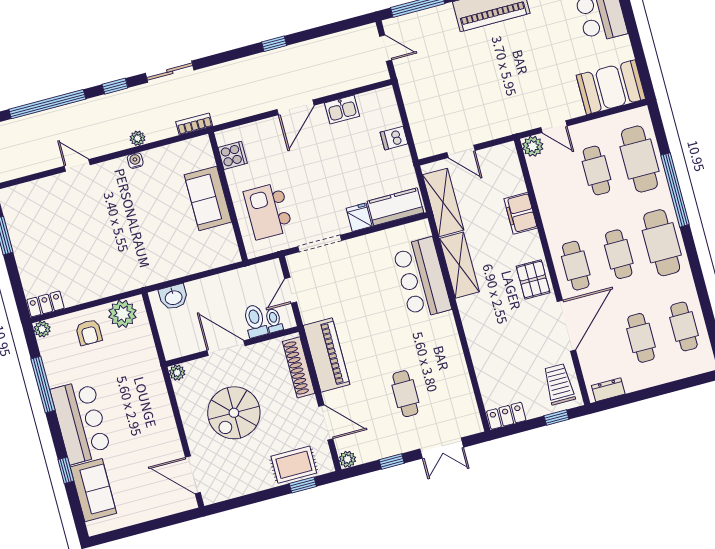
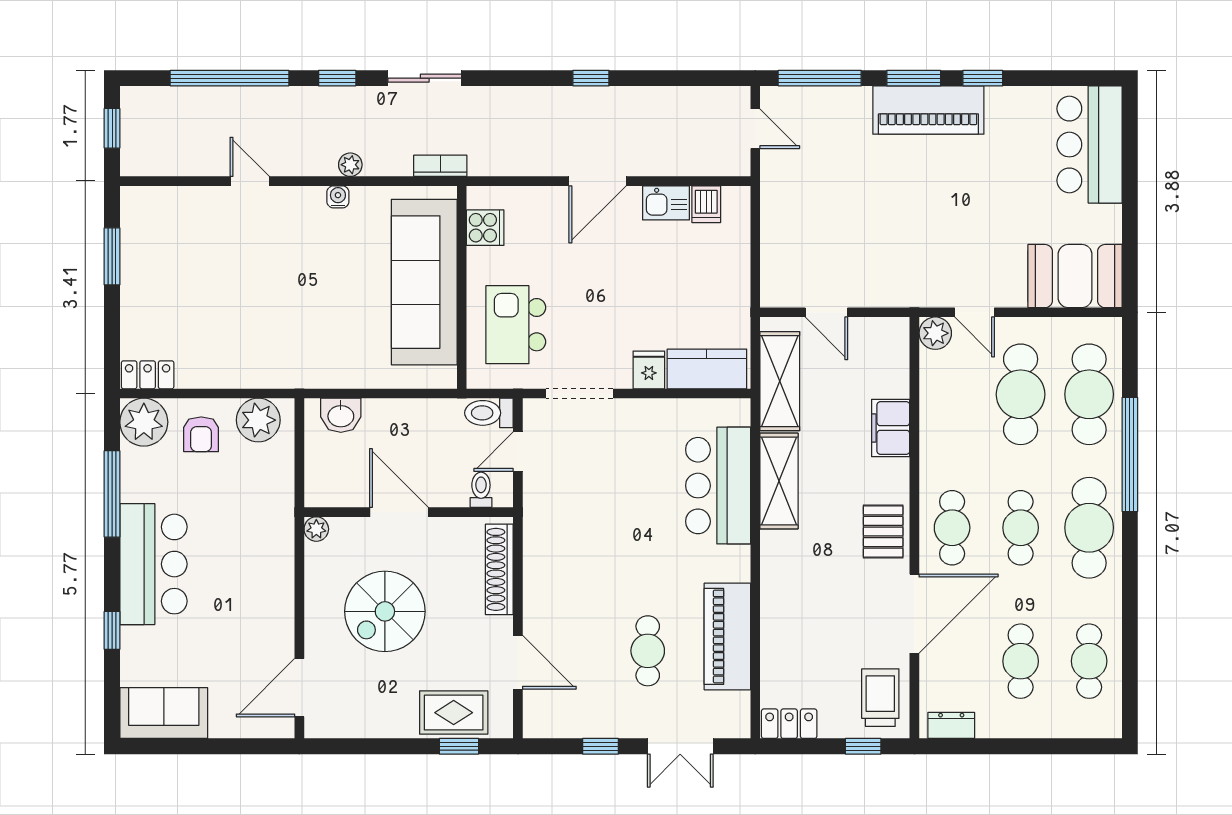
dishwasher: (394, 138) -> (706, 204), moved, turned -90
cafe table: (596, 170) -> (1021, 394), width x1.37, depth x1.35
sofa: (208, 198) -> (424, 282), width x1.85, depth x1.27
toilet: (255, 321) -> (489, 413), moved, turned -90
plant: (42, 329) -> (144, 422), width x1.88, depth x1.88
piano: (327, 355) -> (727, 636), moved, turned 180
plant: (347, 459) -> (536, 725), removed
door: (193, 475) -> (299, 688), hinge flipped
sofa: (93, 490) -> (164, 713), moved, turned -90

